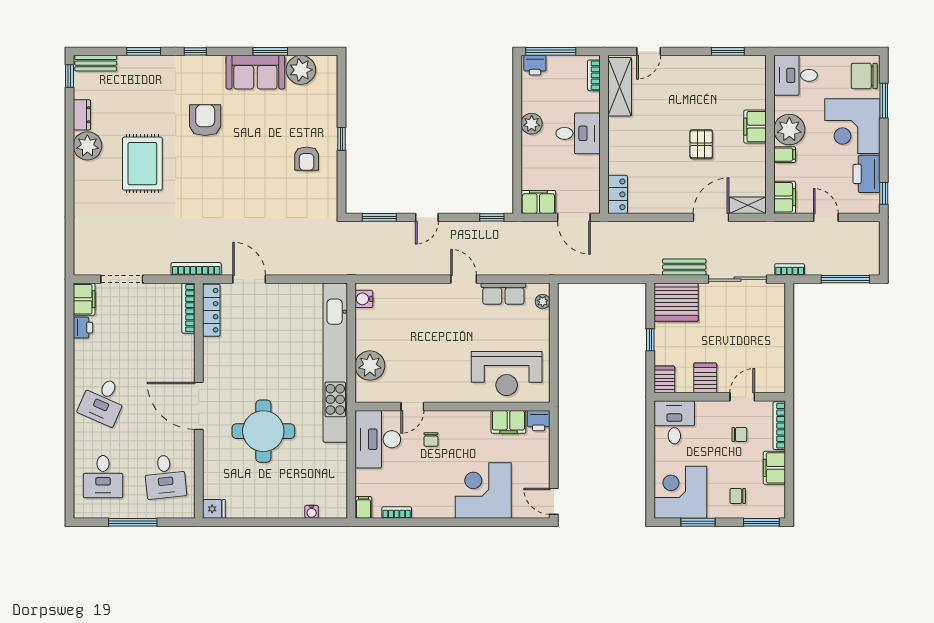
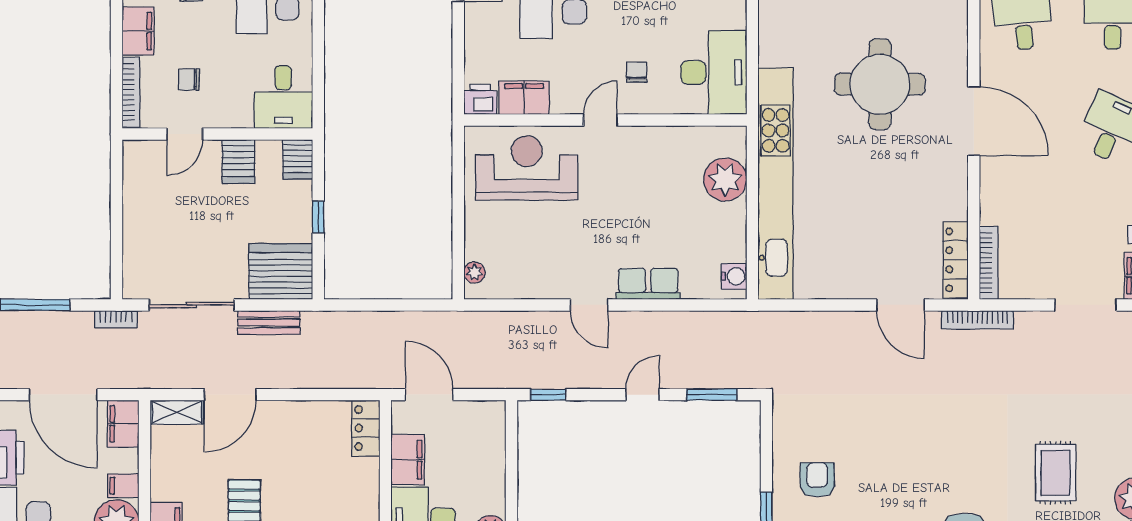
rug: (142, 164) -> (1056, 473), width x0.73, depth x0.70
filing cabinet: (538, 202) -> (408, 460), moved, turned -90
door: (826, 217) -> (63, 395), width x1.87
row of seats: (503, 294) -> (648, 284), moved
door: (412, 406) -> (600, 120), moved

